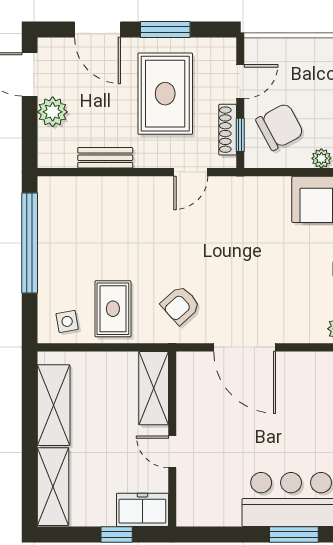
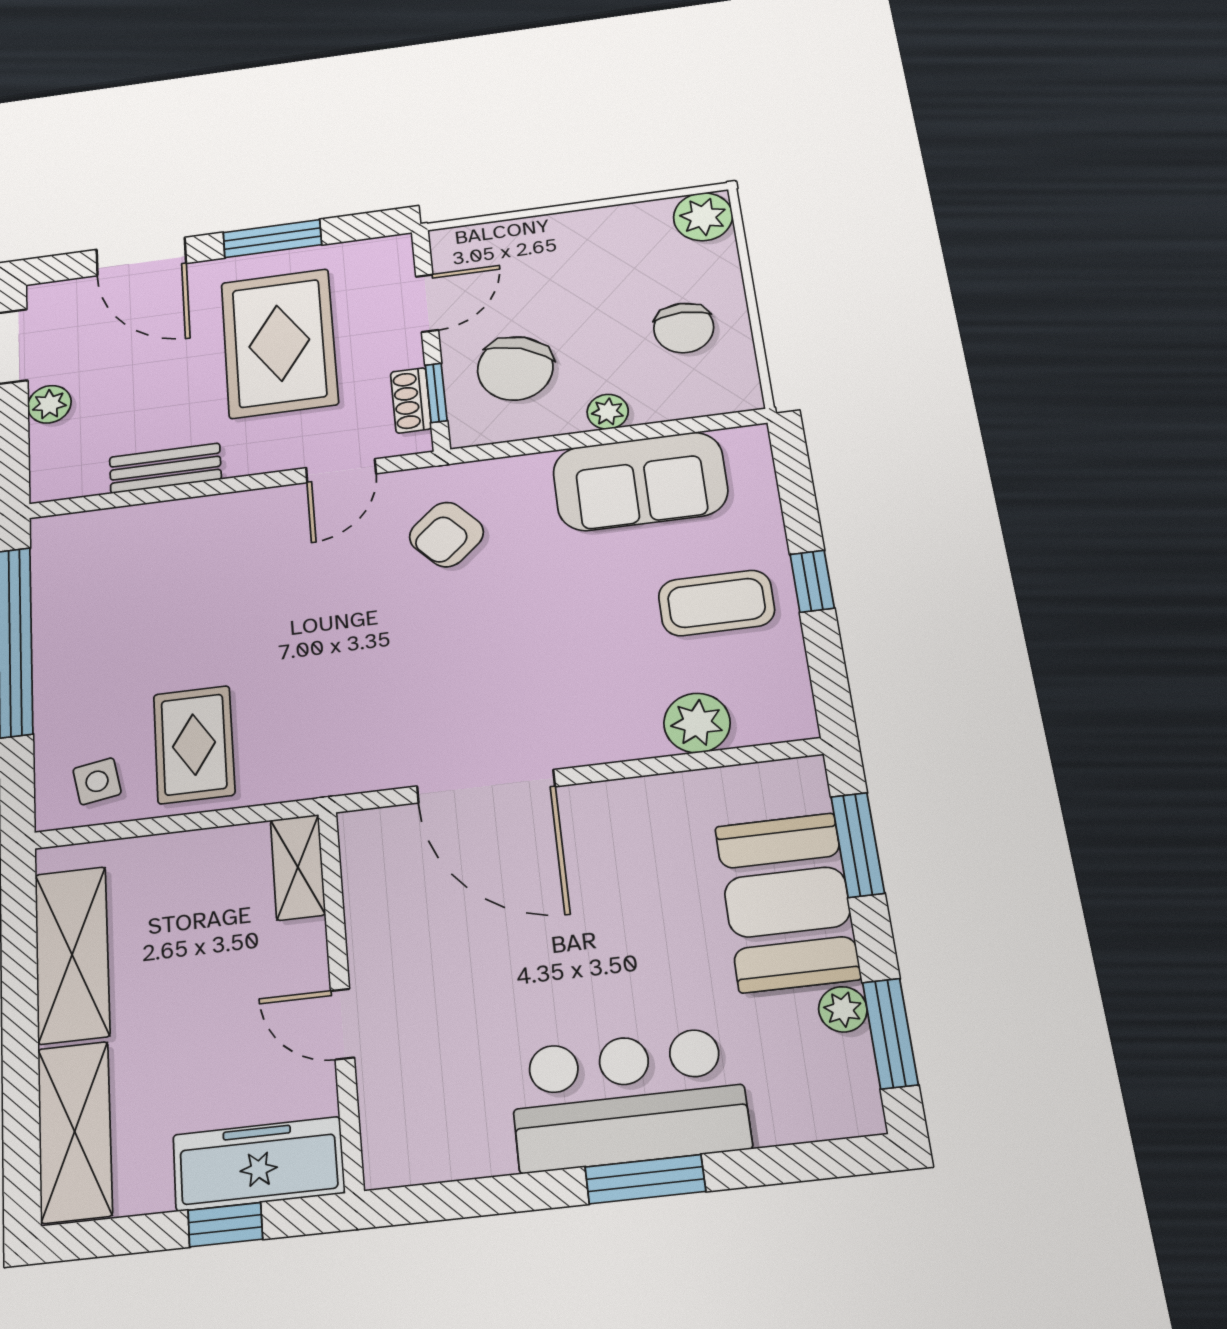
plant: (53, 112) -> (49, 404), width x0.73, depth x0.73
chair: (280, 127) -> (515, 368), turned 138
shoe rack: (228, 130) -> (411, 400), width x0.70
armchair: (180, 305) -> (446, 535), moved
shelving: (154, 388) -> (298, 867), width x0.67, depth x0.75
freezer: (142, 510) -> (258, 1164), width x1.40

